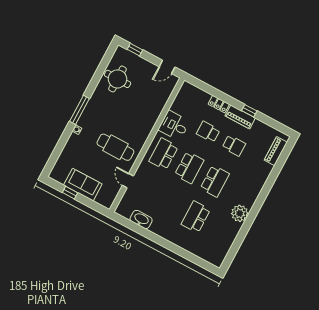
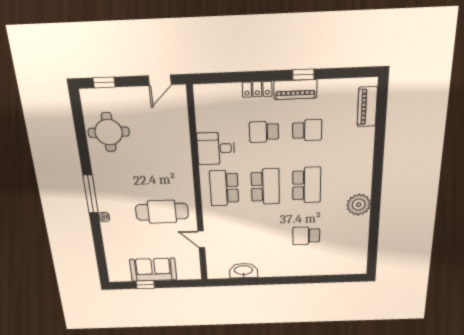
school desk: (196, 217) -> (306, 236), width x0.54

